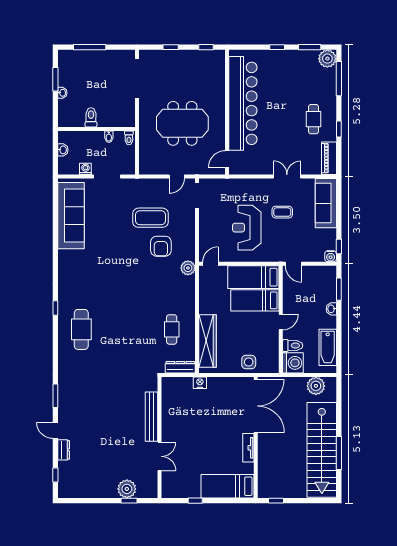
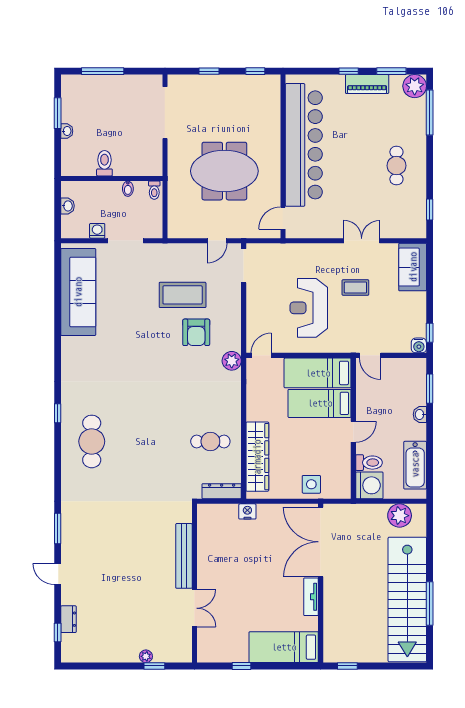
window: (339, 129) -> (430, 209), moved
piano: (329, 158) -> (367, 84), moved, turned -90
sofa: (326, 203) -> (413, 267), width x0.73
cafe table: (172, 329) -> (210, 441), turned 90
double door: (256, 406) -> (321, 542), swing flipped
dresser: (64, 450) -> (69, 619), moved
plant: (127, 489) -> (146, 656), width x0.53, depth x0.53

